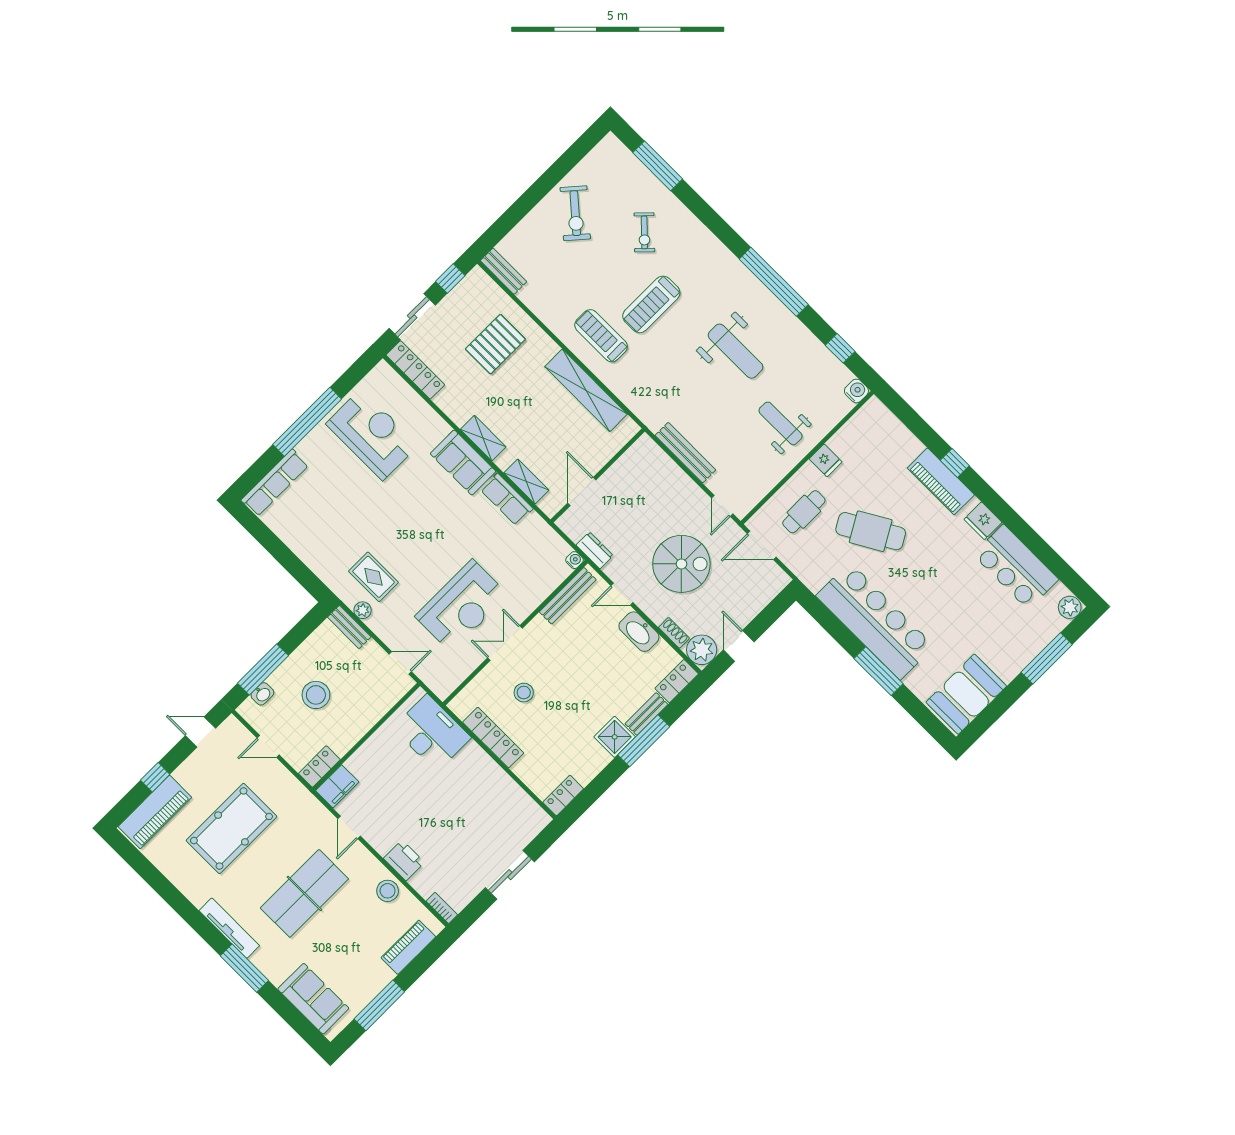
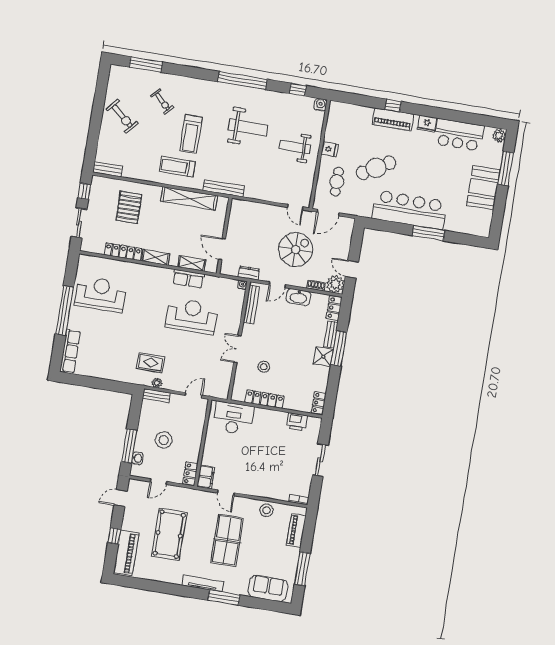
locker: (415, 370) -> (123, 252), moved
bench: (685, 453) -> (224, 188), moved
sofa: (463, 462) -> (154, 276), removed
reception desk: (462, 606) -> (192, 316), moved, turned -90
booth: (966, 694) -> (483, 188), moved
printer: (404, 860) -> (297, 422), moved, turned 180

